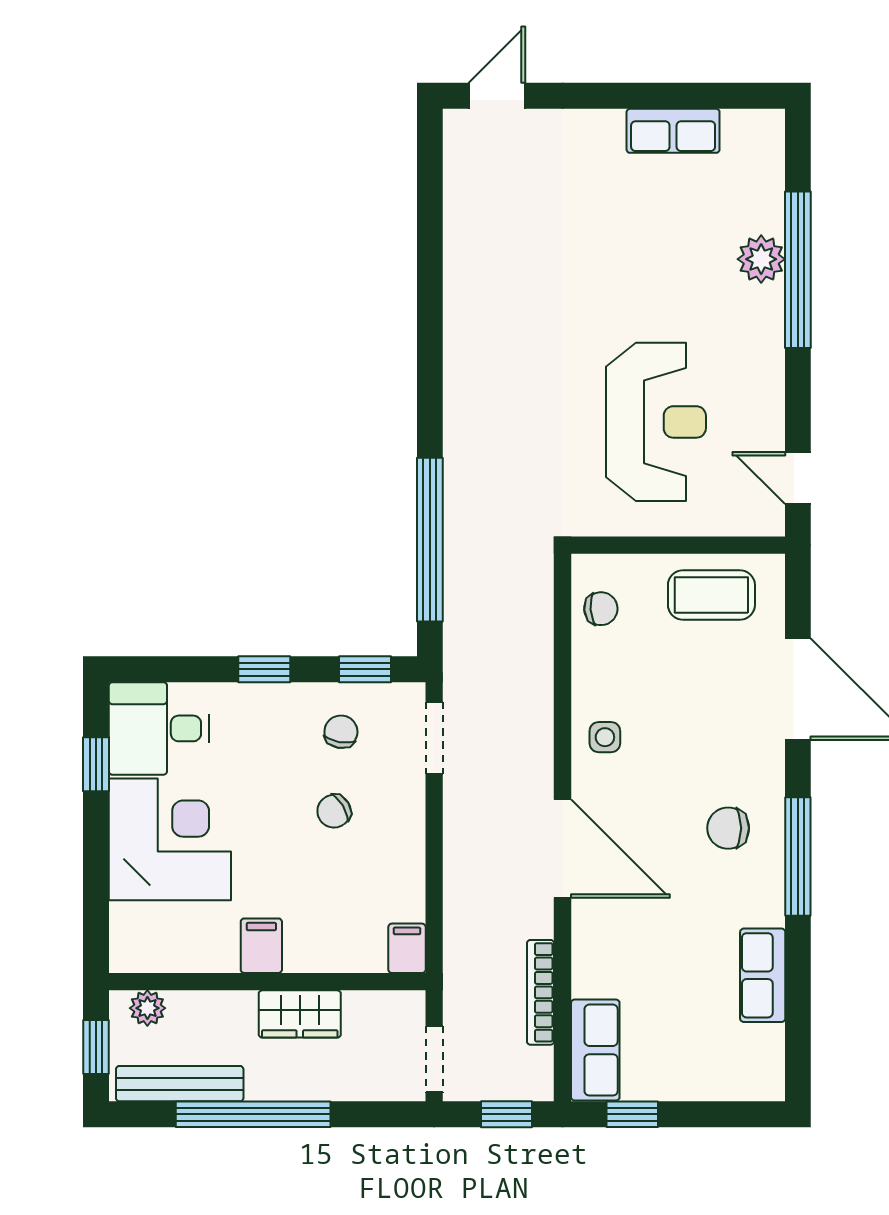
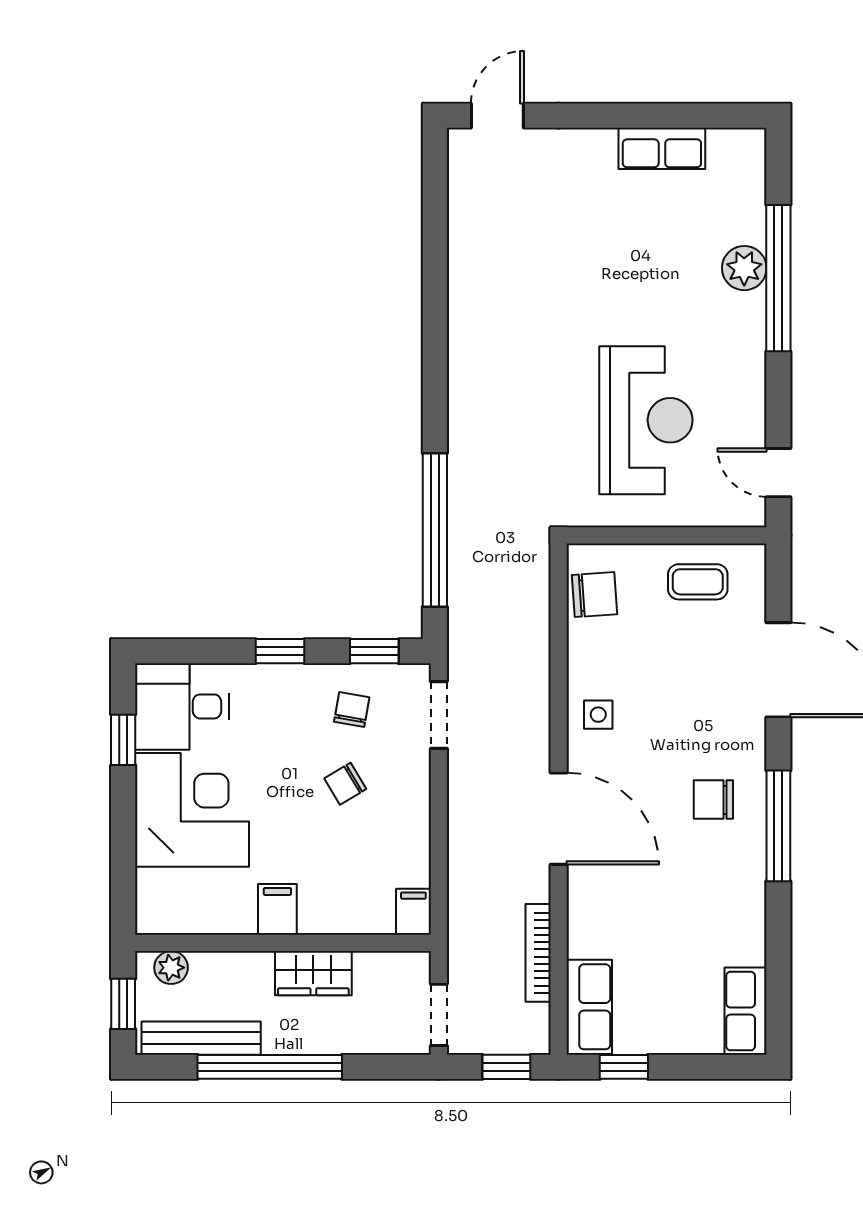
coffee table: (711, 595) -> (698, 582), width x0.73, depth x0.77
chair: (601, 609) -> (594, 595), width x1.37, depth x1.37
row of seats: (763, 975) -> (746, 1011), moved

